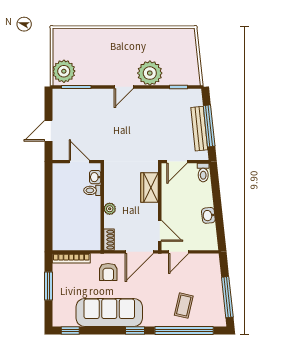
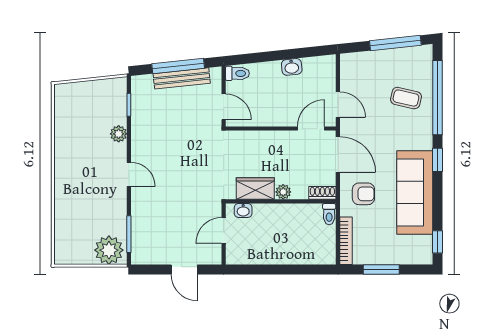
plant: (150, 73) -> (119, 134), width x0.53, depth x0.53
wardrobe: (150, 188) -> (255, 189), moved, turned 180
toilet: (92, 190) -> (329, 214), moved

